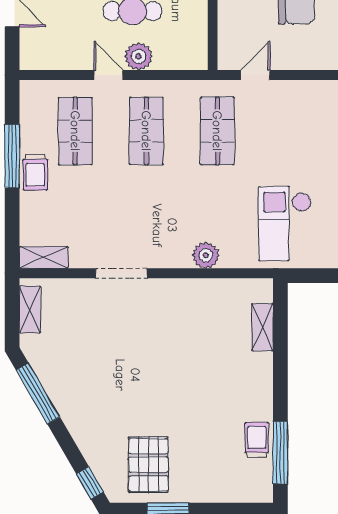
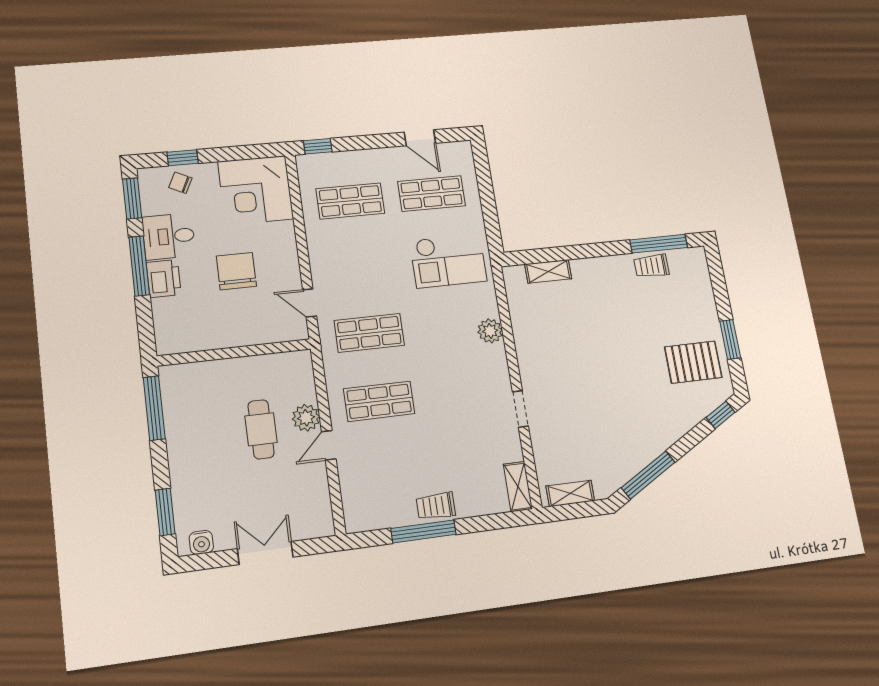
shop shelf: (75, 131) -> (389, 471), removed
trolley: (35, 172) -> (436, 506), turned 180
doorway: (121, 273) -> (520, 409), width x0.73

